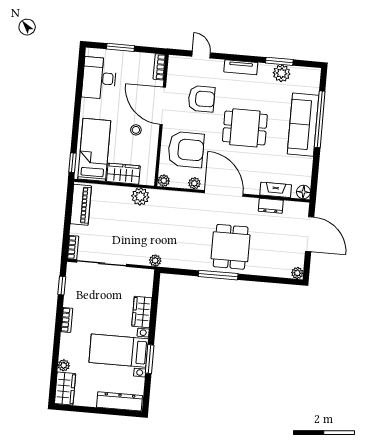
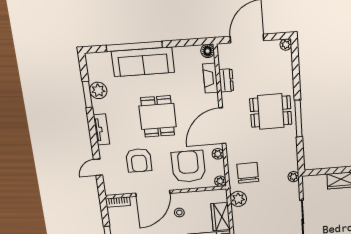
armchair: (201, 99) -> (139, 160), turned 180
chair: (168, 212) -> (248, 173), added

